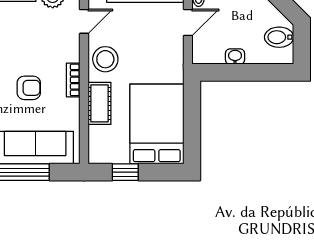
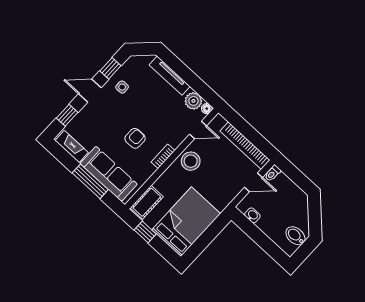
washbasin: (235, 57) -> (252, 215), moved
armchair: (29, 88) -> (135, 138), turned -90
cot: (99, 103) -> (147, 202), moved

